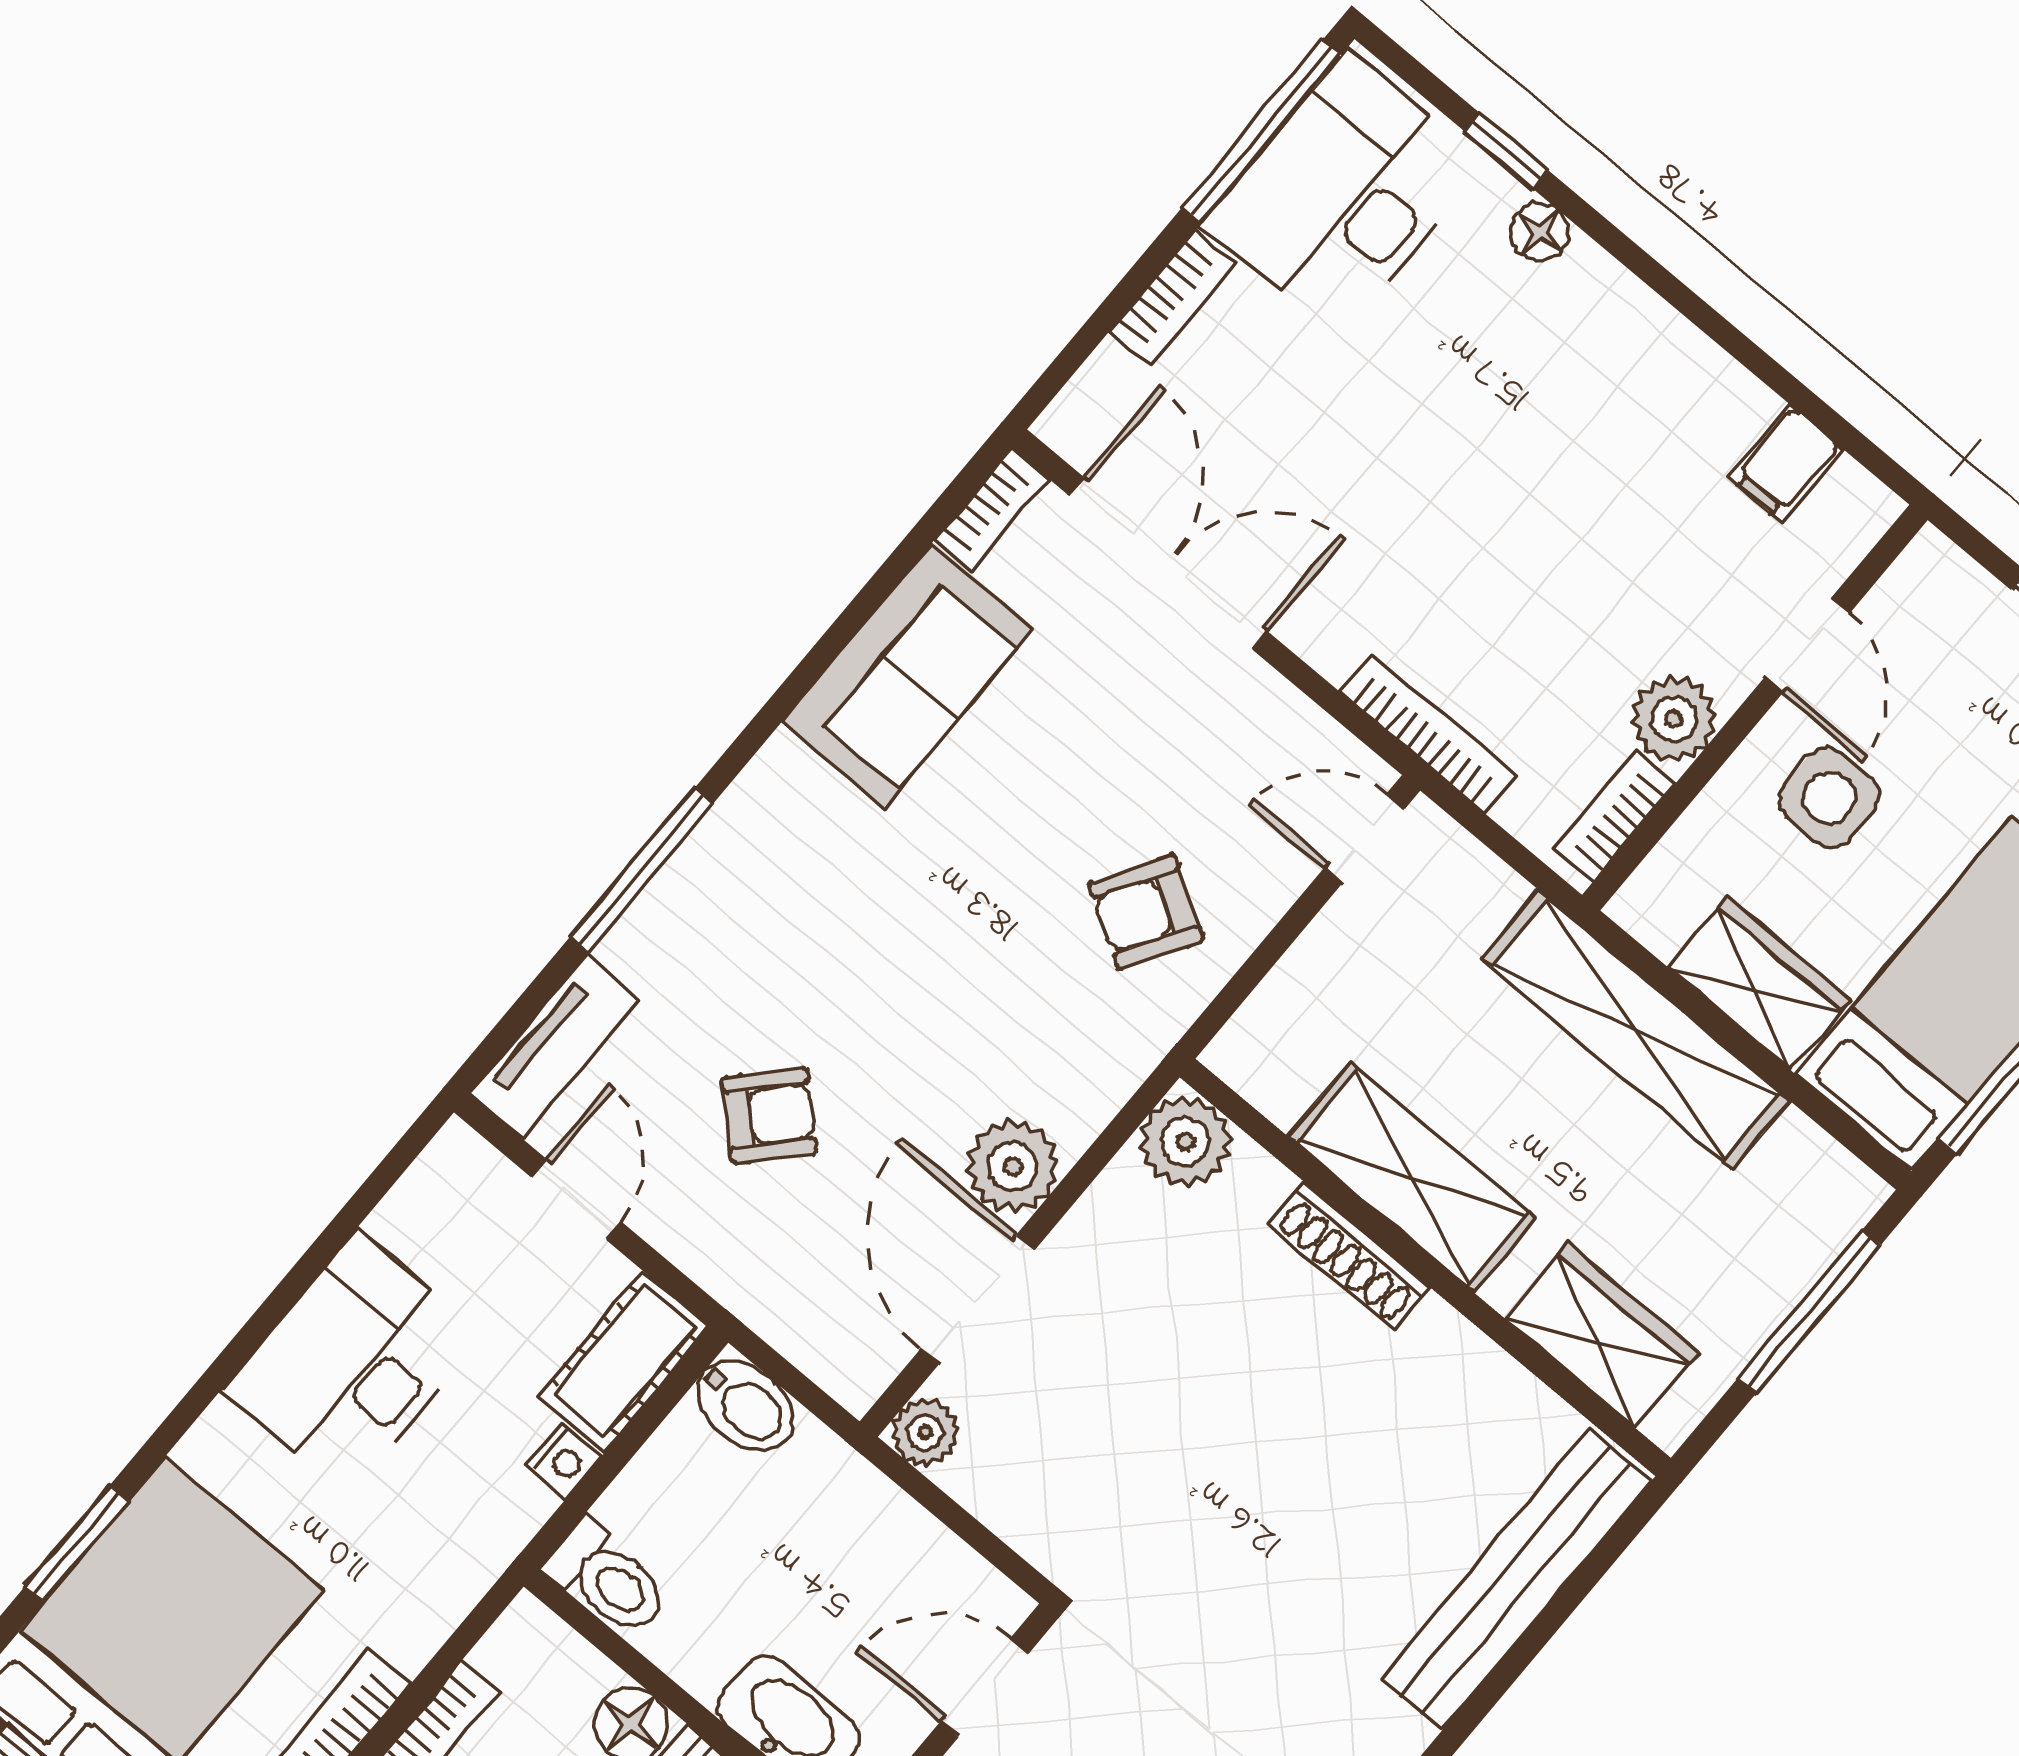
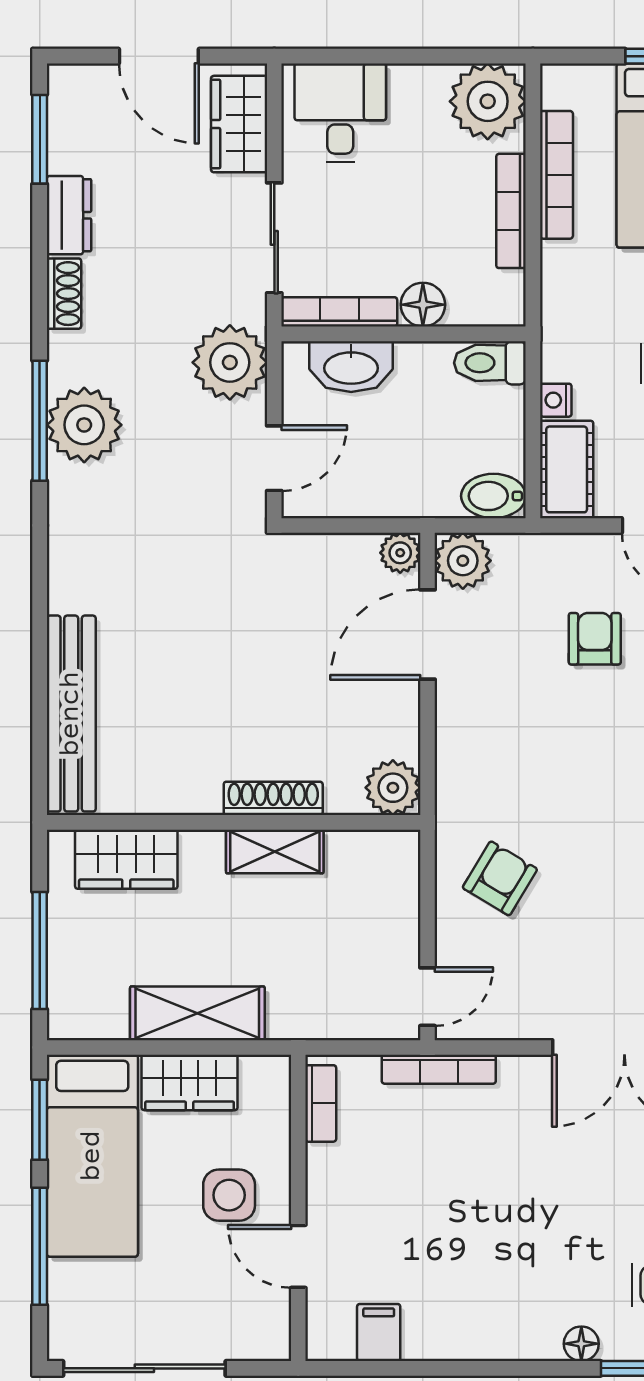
plant: (1674, 719) -> (331, 1171), removed
shelving: (1635, 1029) -> (197, 1013), width x0.68
armchair: (769, 1115) -> (595, 639), turned 137
plant: (1013, 1166) -> (463, 561), moved
shelving: (1412, 1177) -> (275, 851), width x0.67, depth x0.75
door: (977, 1300) -> (428, 634), swing flipped

